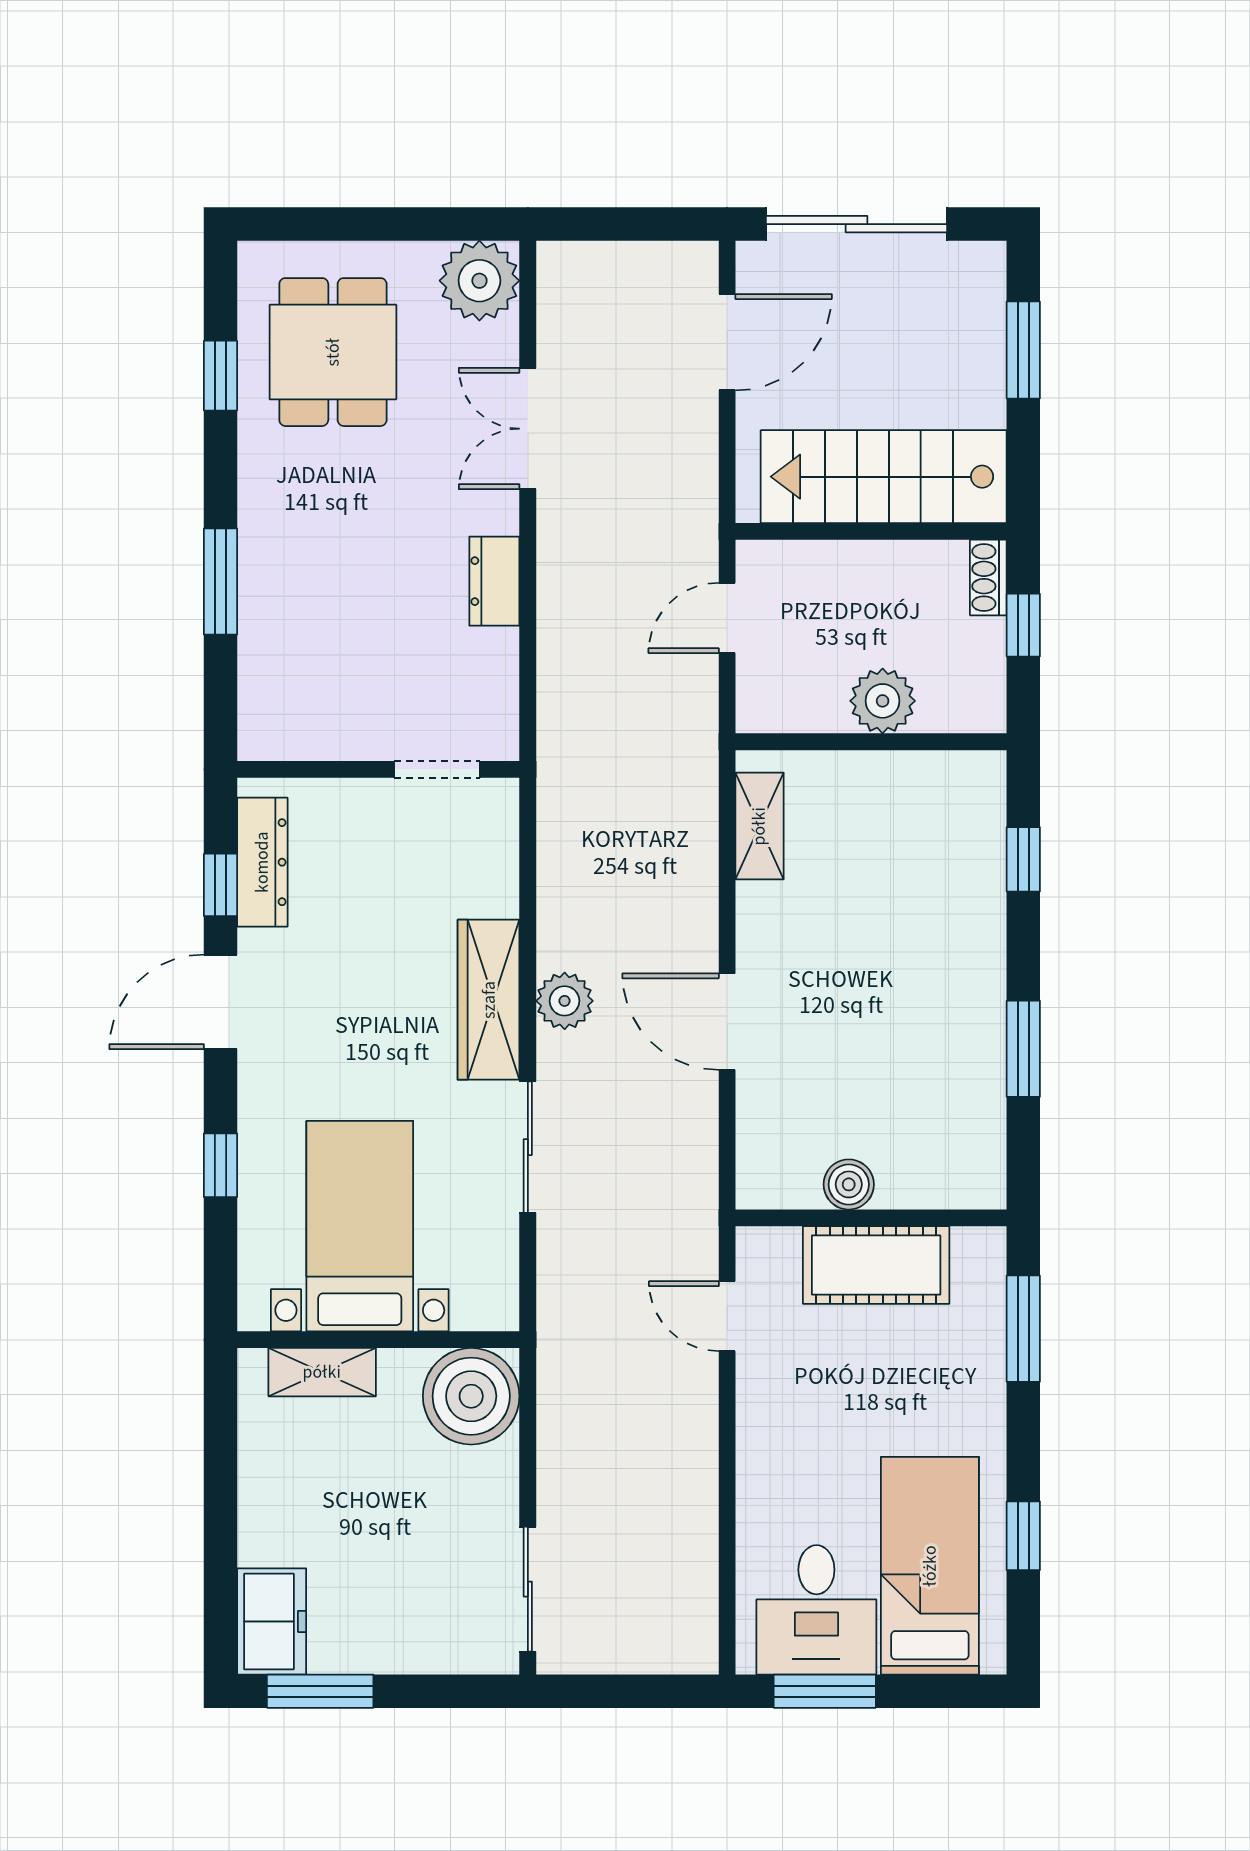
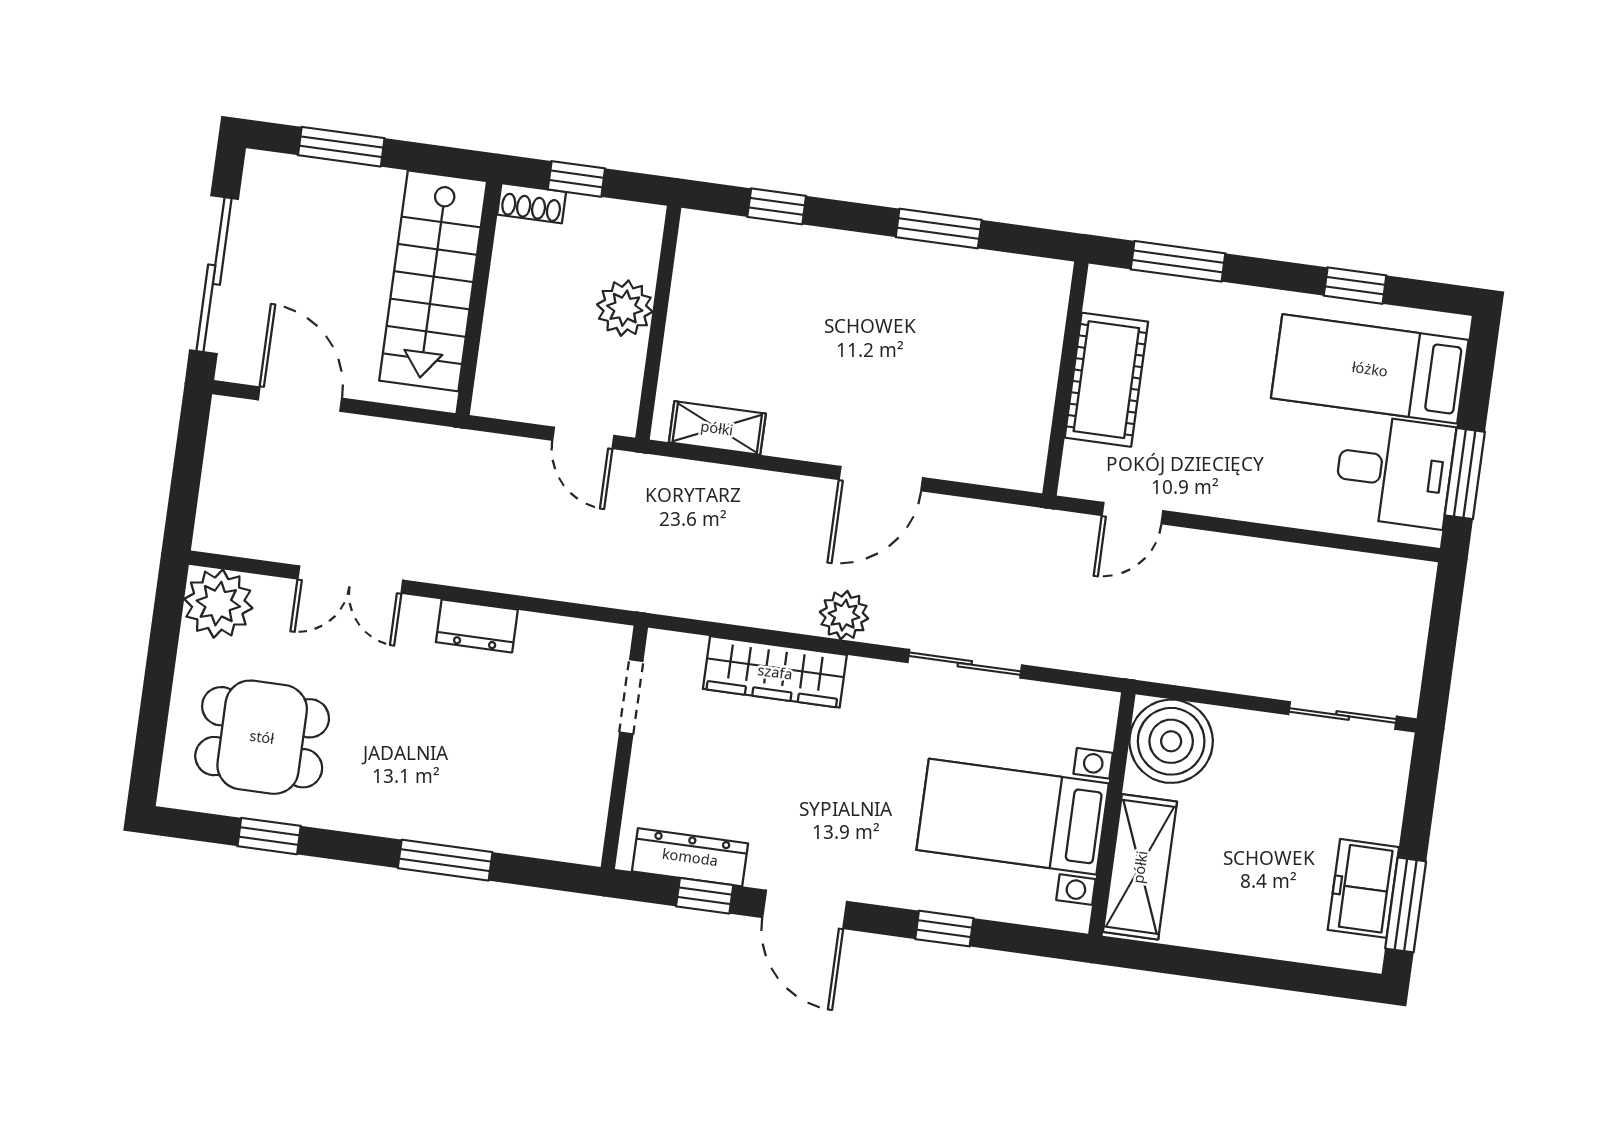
door: (727, 618) -> (583, 438), moved
wardrobe: (489, 1000) -> (775, 672), moved
boiler: (849, 1184) -> (1034, 394), removed
shelving: (322, 1372) -> (1140, 867), width x1.50, depth x1.33
freezer: (272, 1621) -> (1363, 888), moved, turned -90

